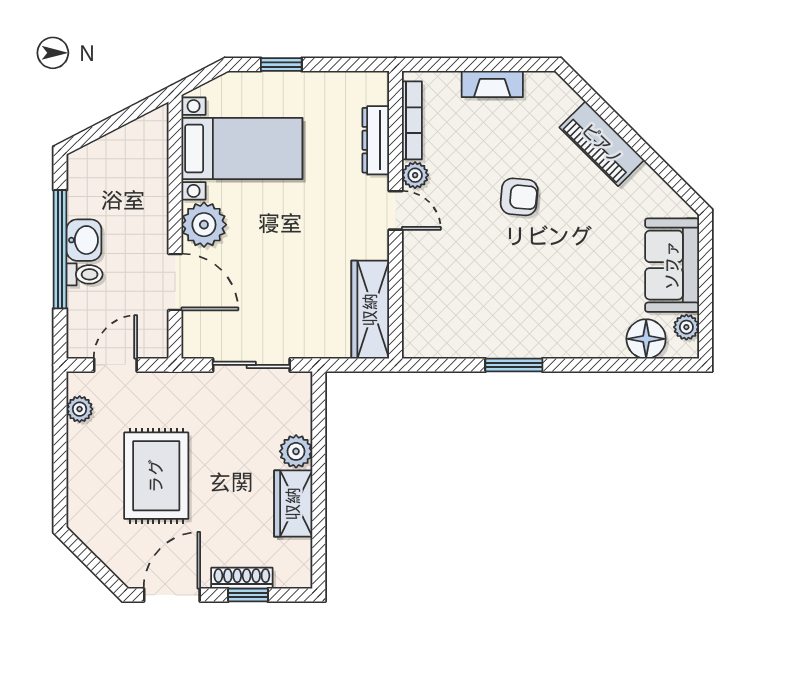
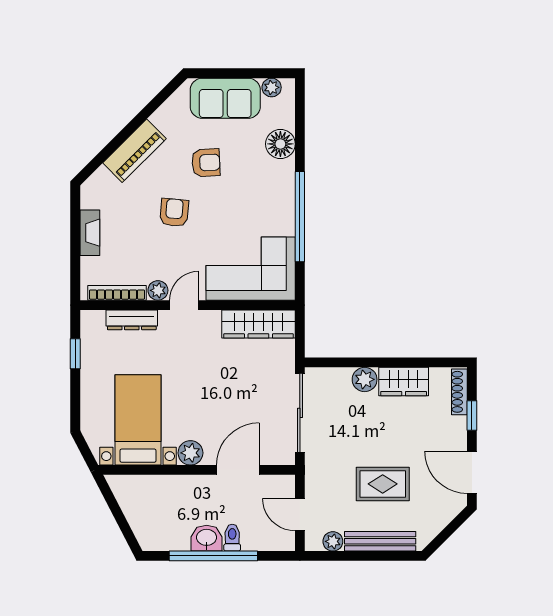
window: (281, 65) -> (75, 354), moved
plant: (204, 225) -> (190, 453), width x0.73, depth x0.73
armchair: (586, 239) -> (206, 163), added
corner sofa: (444, 299) -> (251, 269), added
floor lamp: (646, 339) -> (280, 144), moved
sliding door: (251, 365) -> (300, 413), width x1.37
window: (514, 365) -> (300, 217), width x2.11
bench: (80, 472) -> (380, 541), added
rug: (156, 476) -> (383, 484), width x0.73, depth x0.70
shoe rack: (242, 578) -> (459, 392), moved

